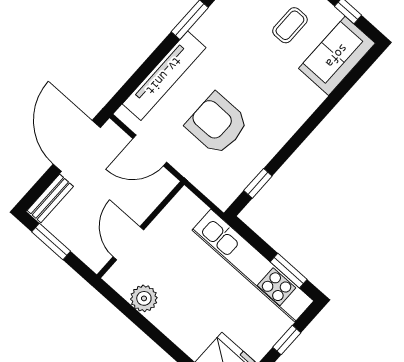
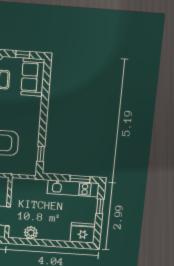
kitchen unit: (253, 265) -> (73, 188), width x0.73

